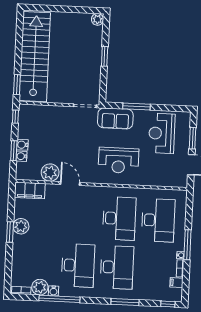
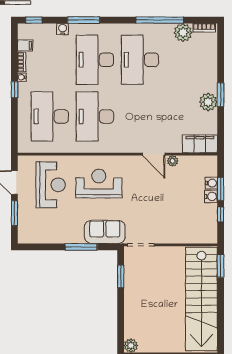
window: (105, 56) -> (121, 276), moved
window: (15, 117) -> (221, 214), moved
reception desk: (162, 133) -> (51, 185), moved
plant: (50, 173) -> (173, 161), width x0.53, depth x0.53
window: (187, 245) -> (14, 90), width x0.46
water cooler: (54, 291) -> (63, 29), moved

